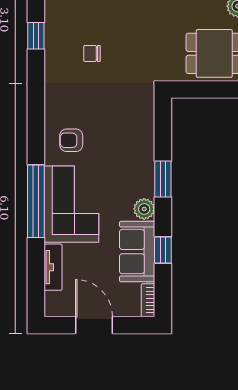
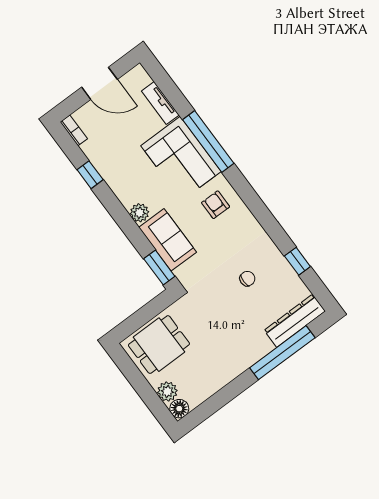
armchair: (71, 140) -> (216, 205), turned -90
window: (163, 179) -> (159, 268), moved
plant: (144, 209) -> (140, 213), moved
sofa: (137, 252) -> (168, 240), moved

